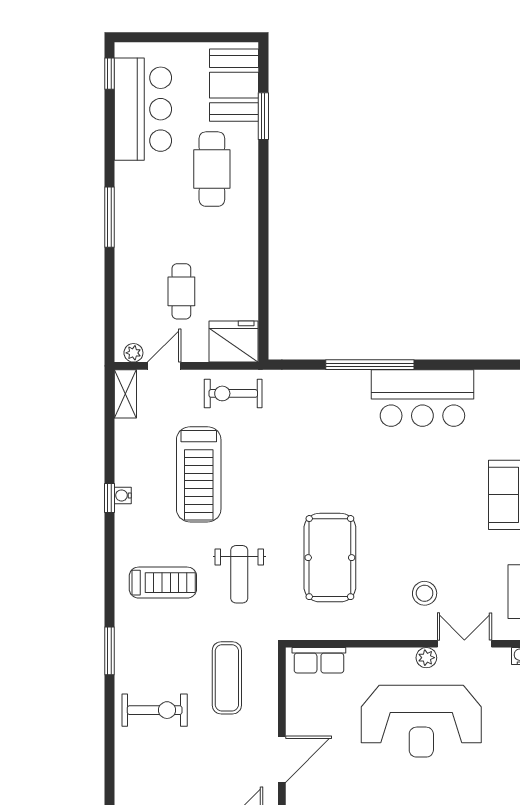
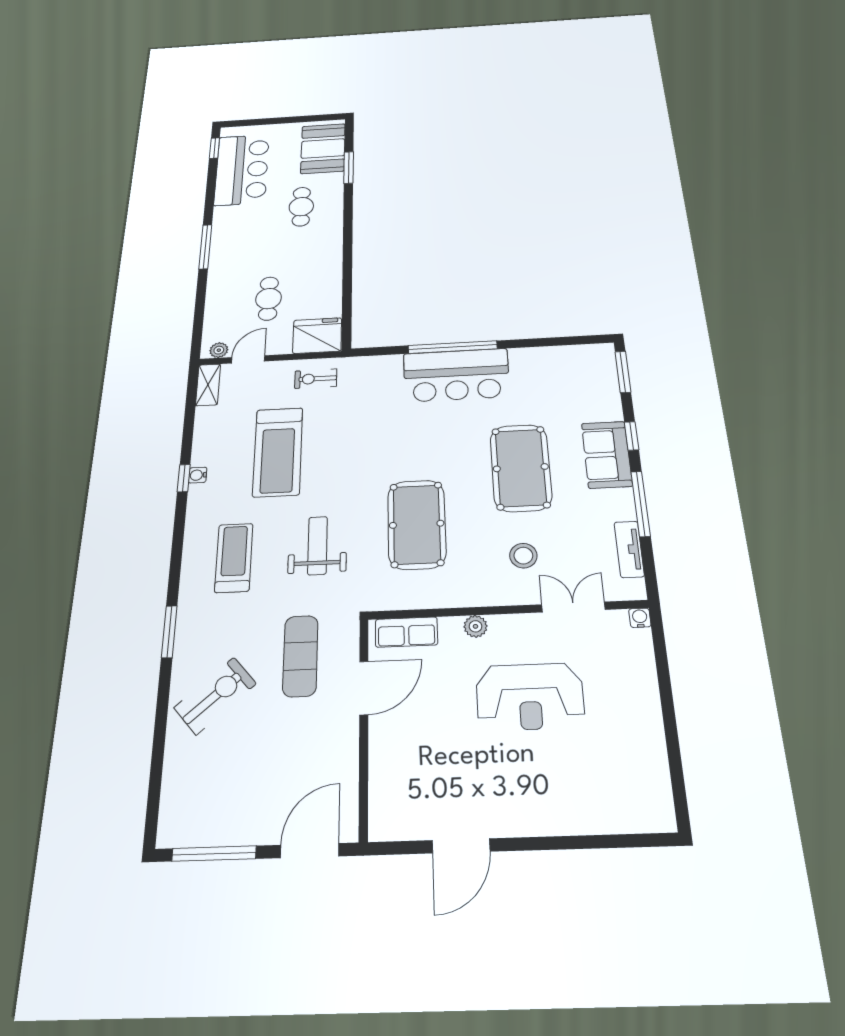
cafe table: (212, 169) -> (301, 207), width x0.73, depth x0.74
exercise bike: (233, 393) -> (316, 379), width x0.73, depth x0.72
bar counter: (422, 398) -> (456, 375), moved
pool table: (428, 504) -> (521, 468), added
weight bench: (239, 574) -> (318, 545), turned 180
treadmill: (163, 583) -> (234, 558), turned -90
plant: (426, 658) -> (476, 626), moved
exercise bike: (155, 710) -> (215, 696), turned -41
reception desk: (421, 721) -> (530, 697), width x0.74, depth x0.77
door: (282, 759) -> (364, 688), moved

